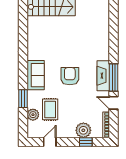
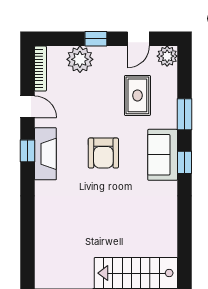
window: (23, 71) -> (185, 162), added
window: (114, 77) -> (28, 151), width x0.46
plant: (33, 115) -> (167, 56), moved
window: (86, 142) -> (96, 39), moved

